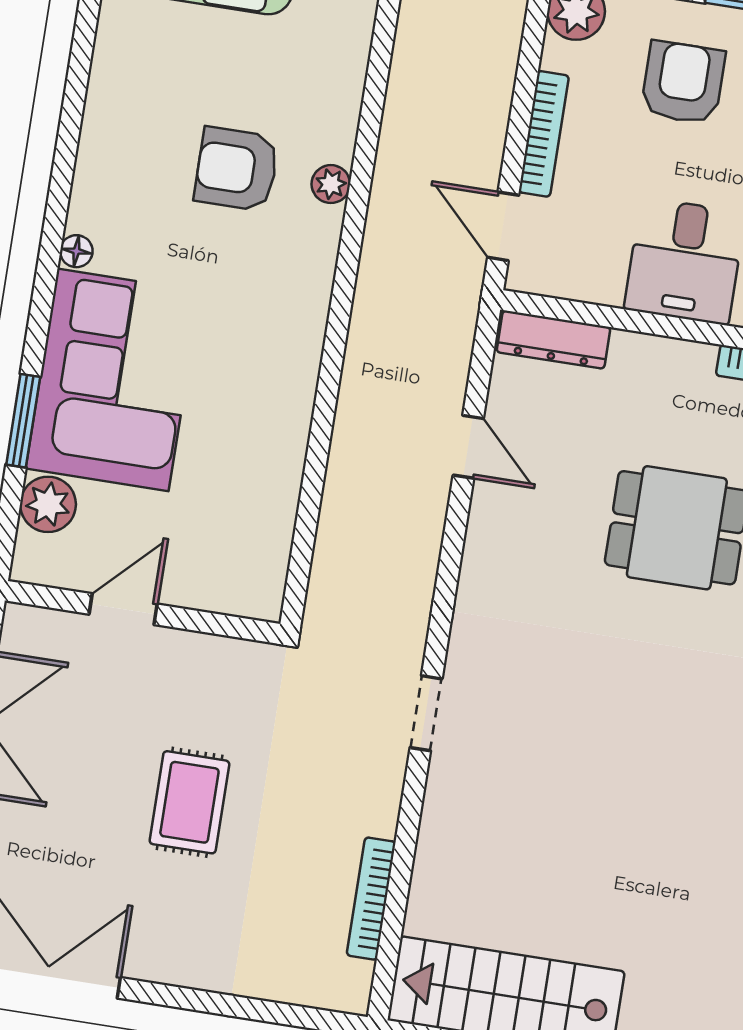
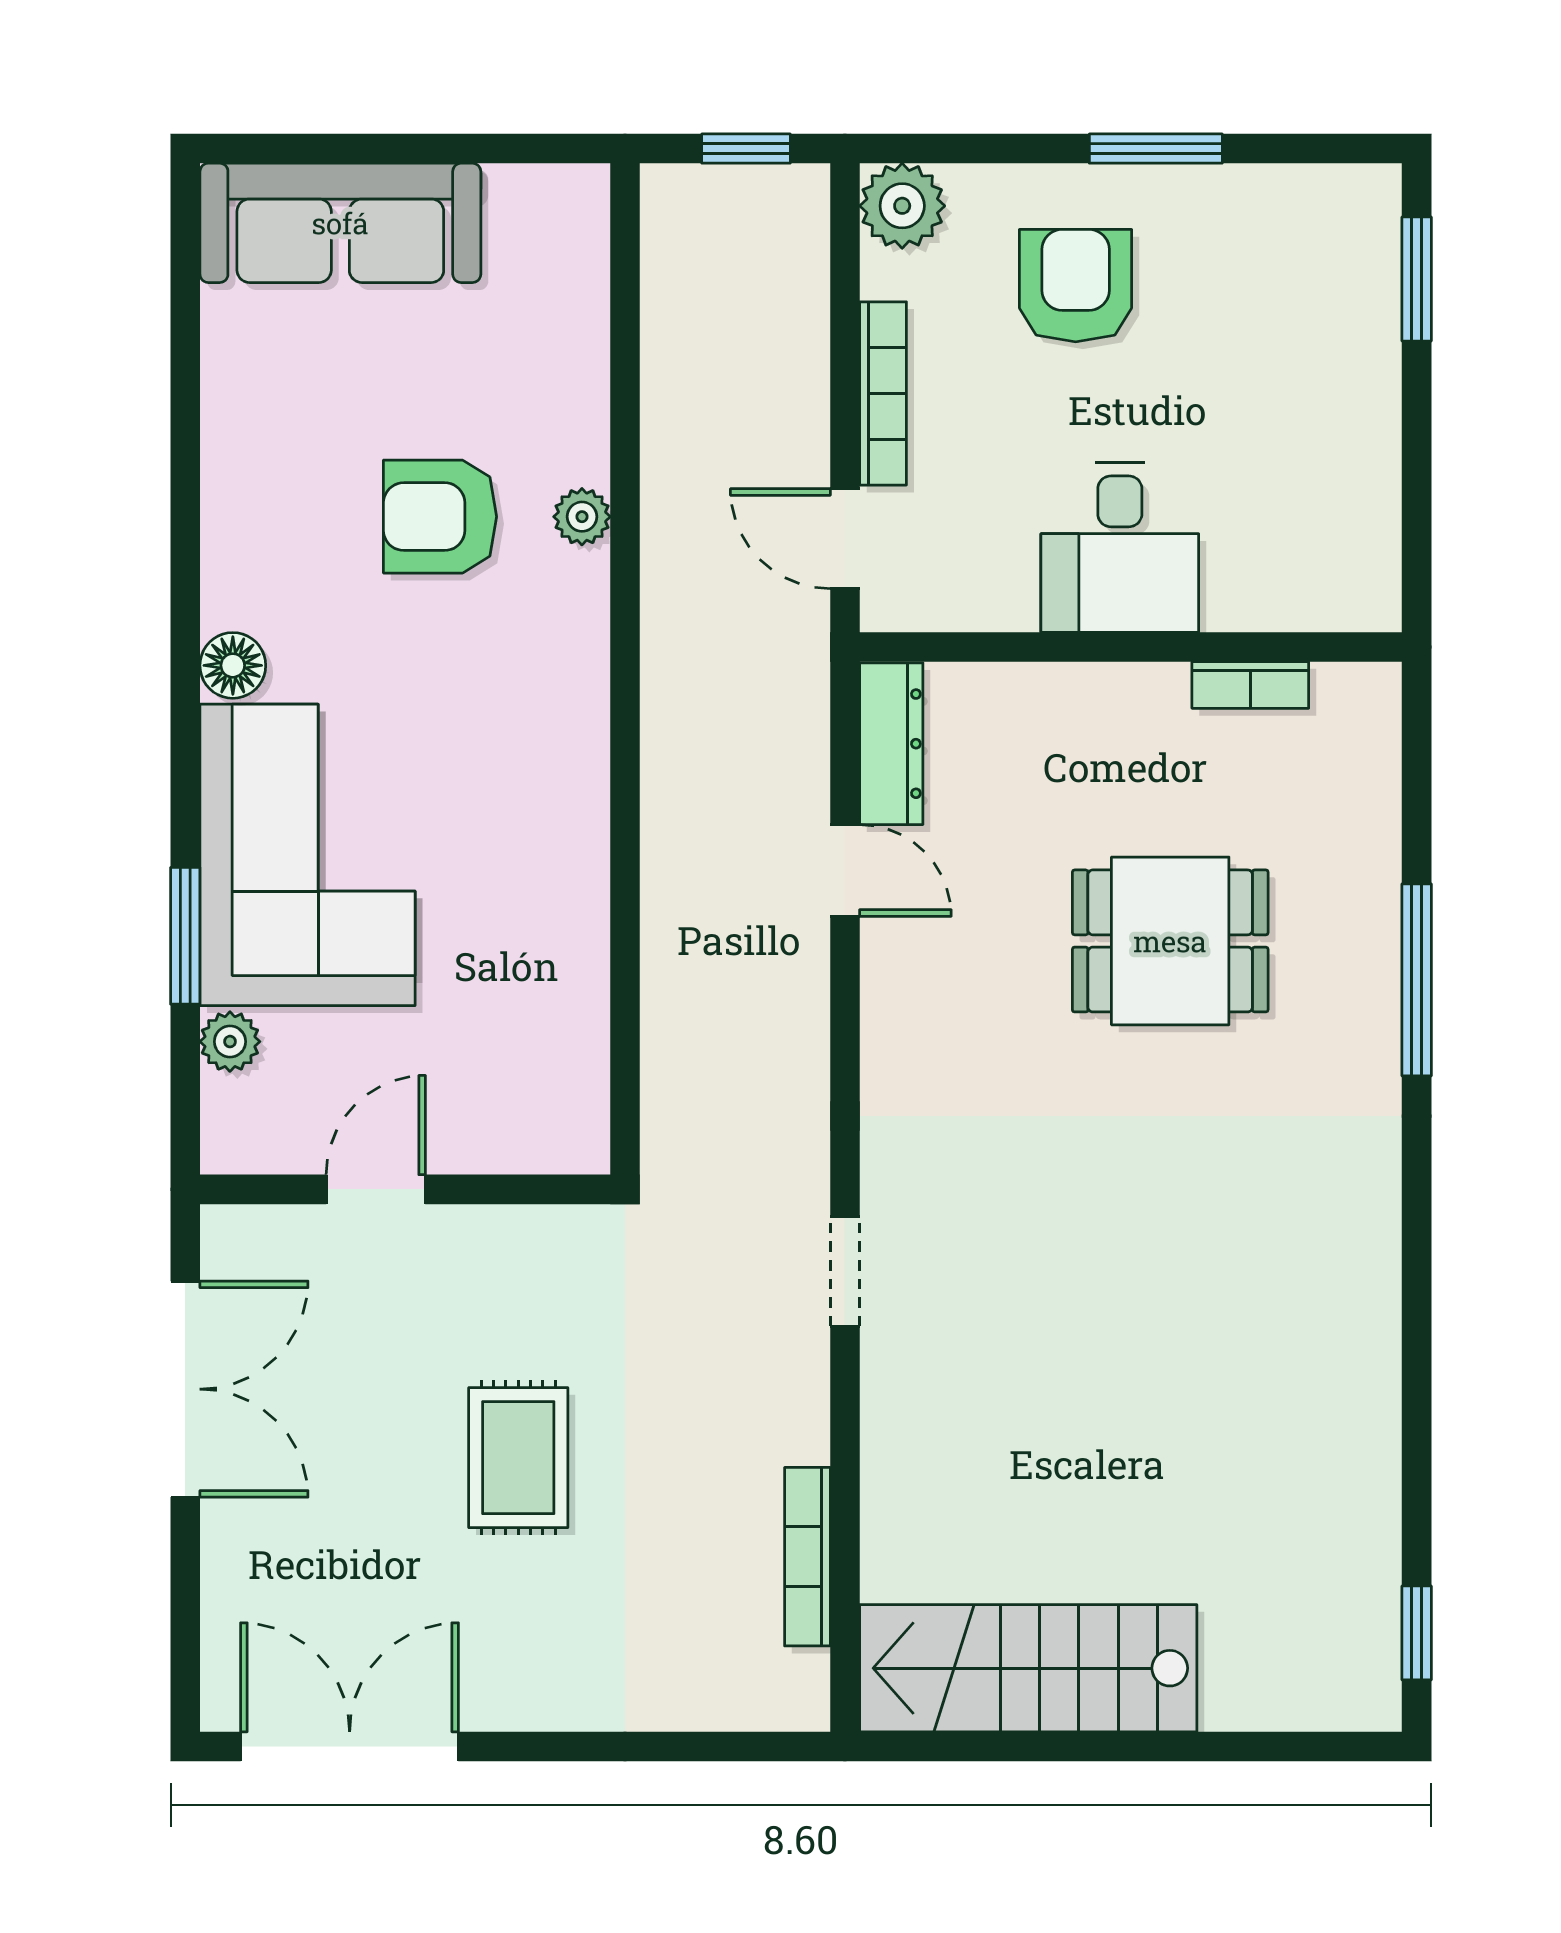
floor lamp: (76, 251) -> (233, 665), width x1.37, depth x1.37
dresser: (553, 340) -> (891, 744), moved, turned -90
plant: (48, 504) -> (230, 1042), width x0.73, depth x0.73

